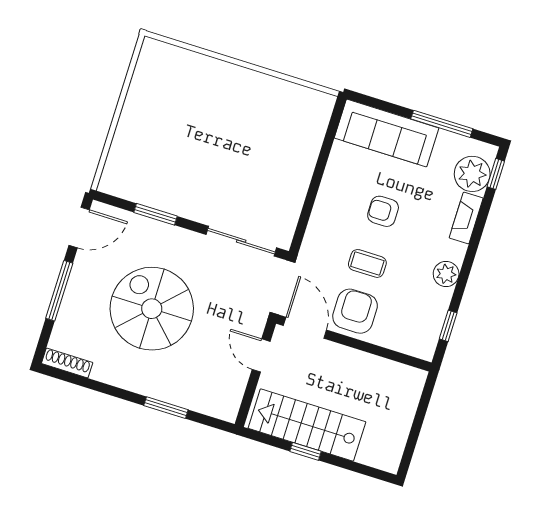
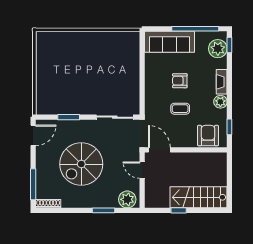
window: (442, 124) -> (195, 29), width x1.46
fireplace: (466, 218) -> (222, 82), moved
window: (59, 291) -> (33, 184), moved
spiral stairs: (152, 309) -> (81, 164), turned -90
armchair: (355, 311) -> (208, 136), moved
plant: (216, 401) -> (127, 199), added
stairs: (307, 425) -> (199, 197), moved

